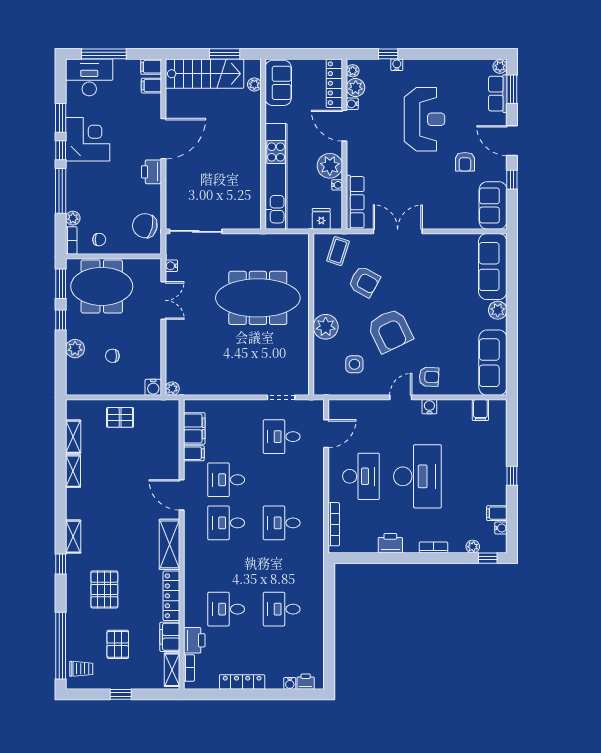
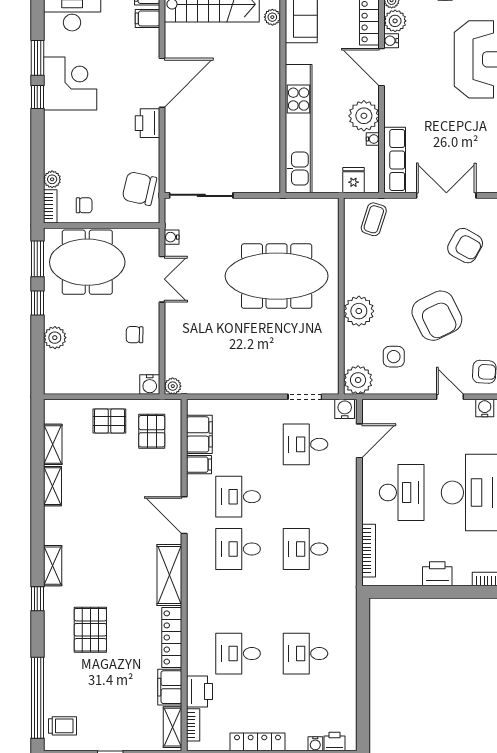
window: (61, 191) -> (37, 146), removed
armchair: (364, 282) -> (465, 246), moved
chair: (112, 356) -> (135, 335), moved
plant: (325, 384) -> (358, 380), added
door: (401, 397) -> (450, 397), hinge flipped
water cooler: (314, 407) -> (345, 409), added
pallet: (118, 644) -> (152, 431), moved

